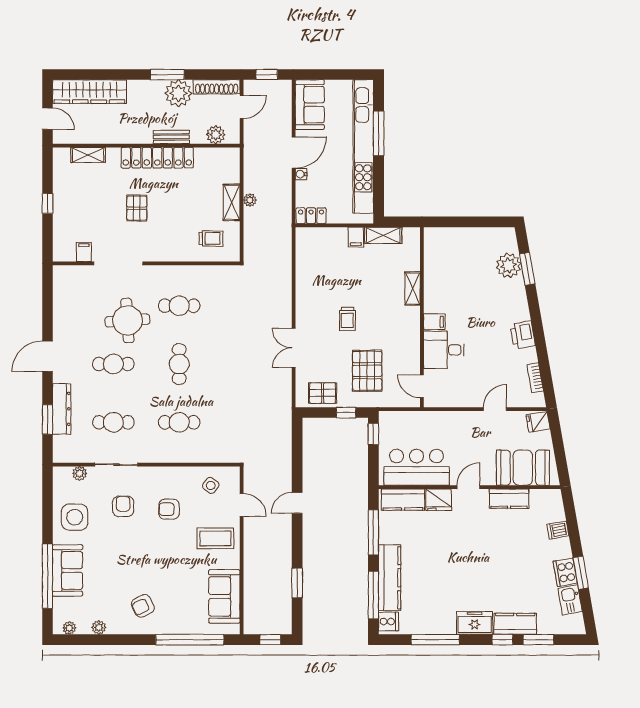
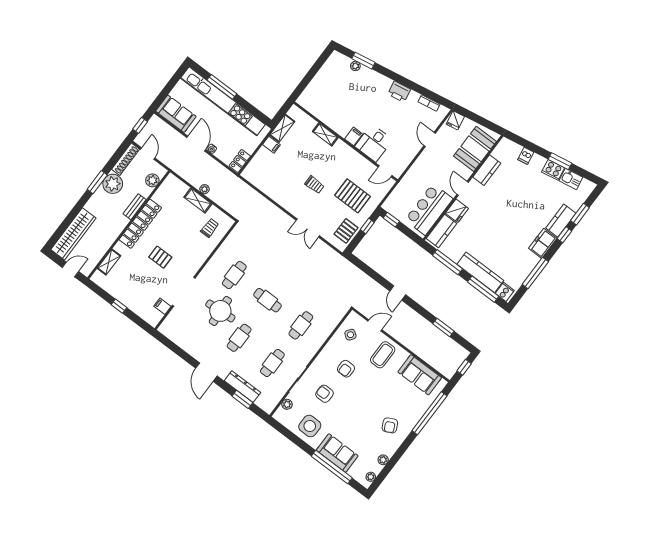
plant: (509, 265) -> (355, 66), width x0.53, depth x0.53

